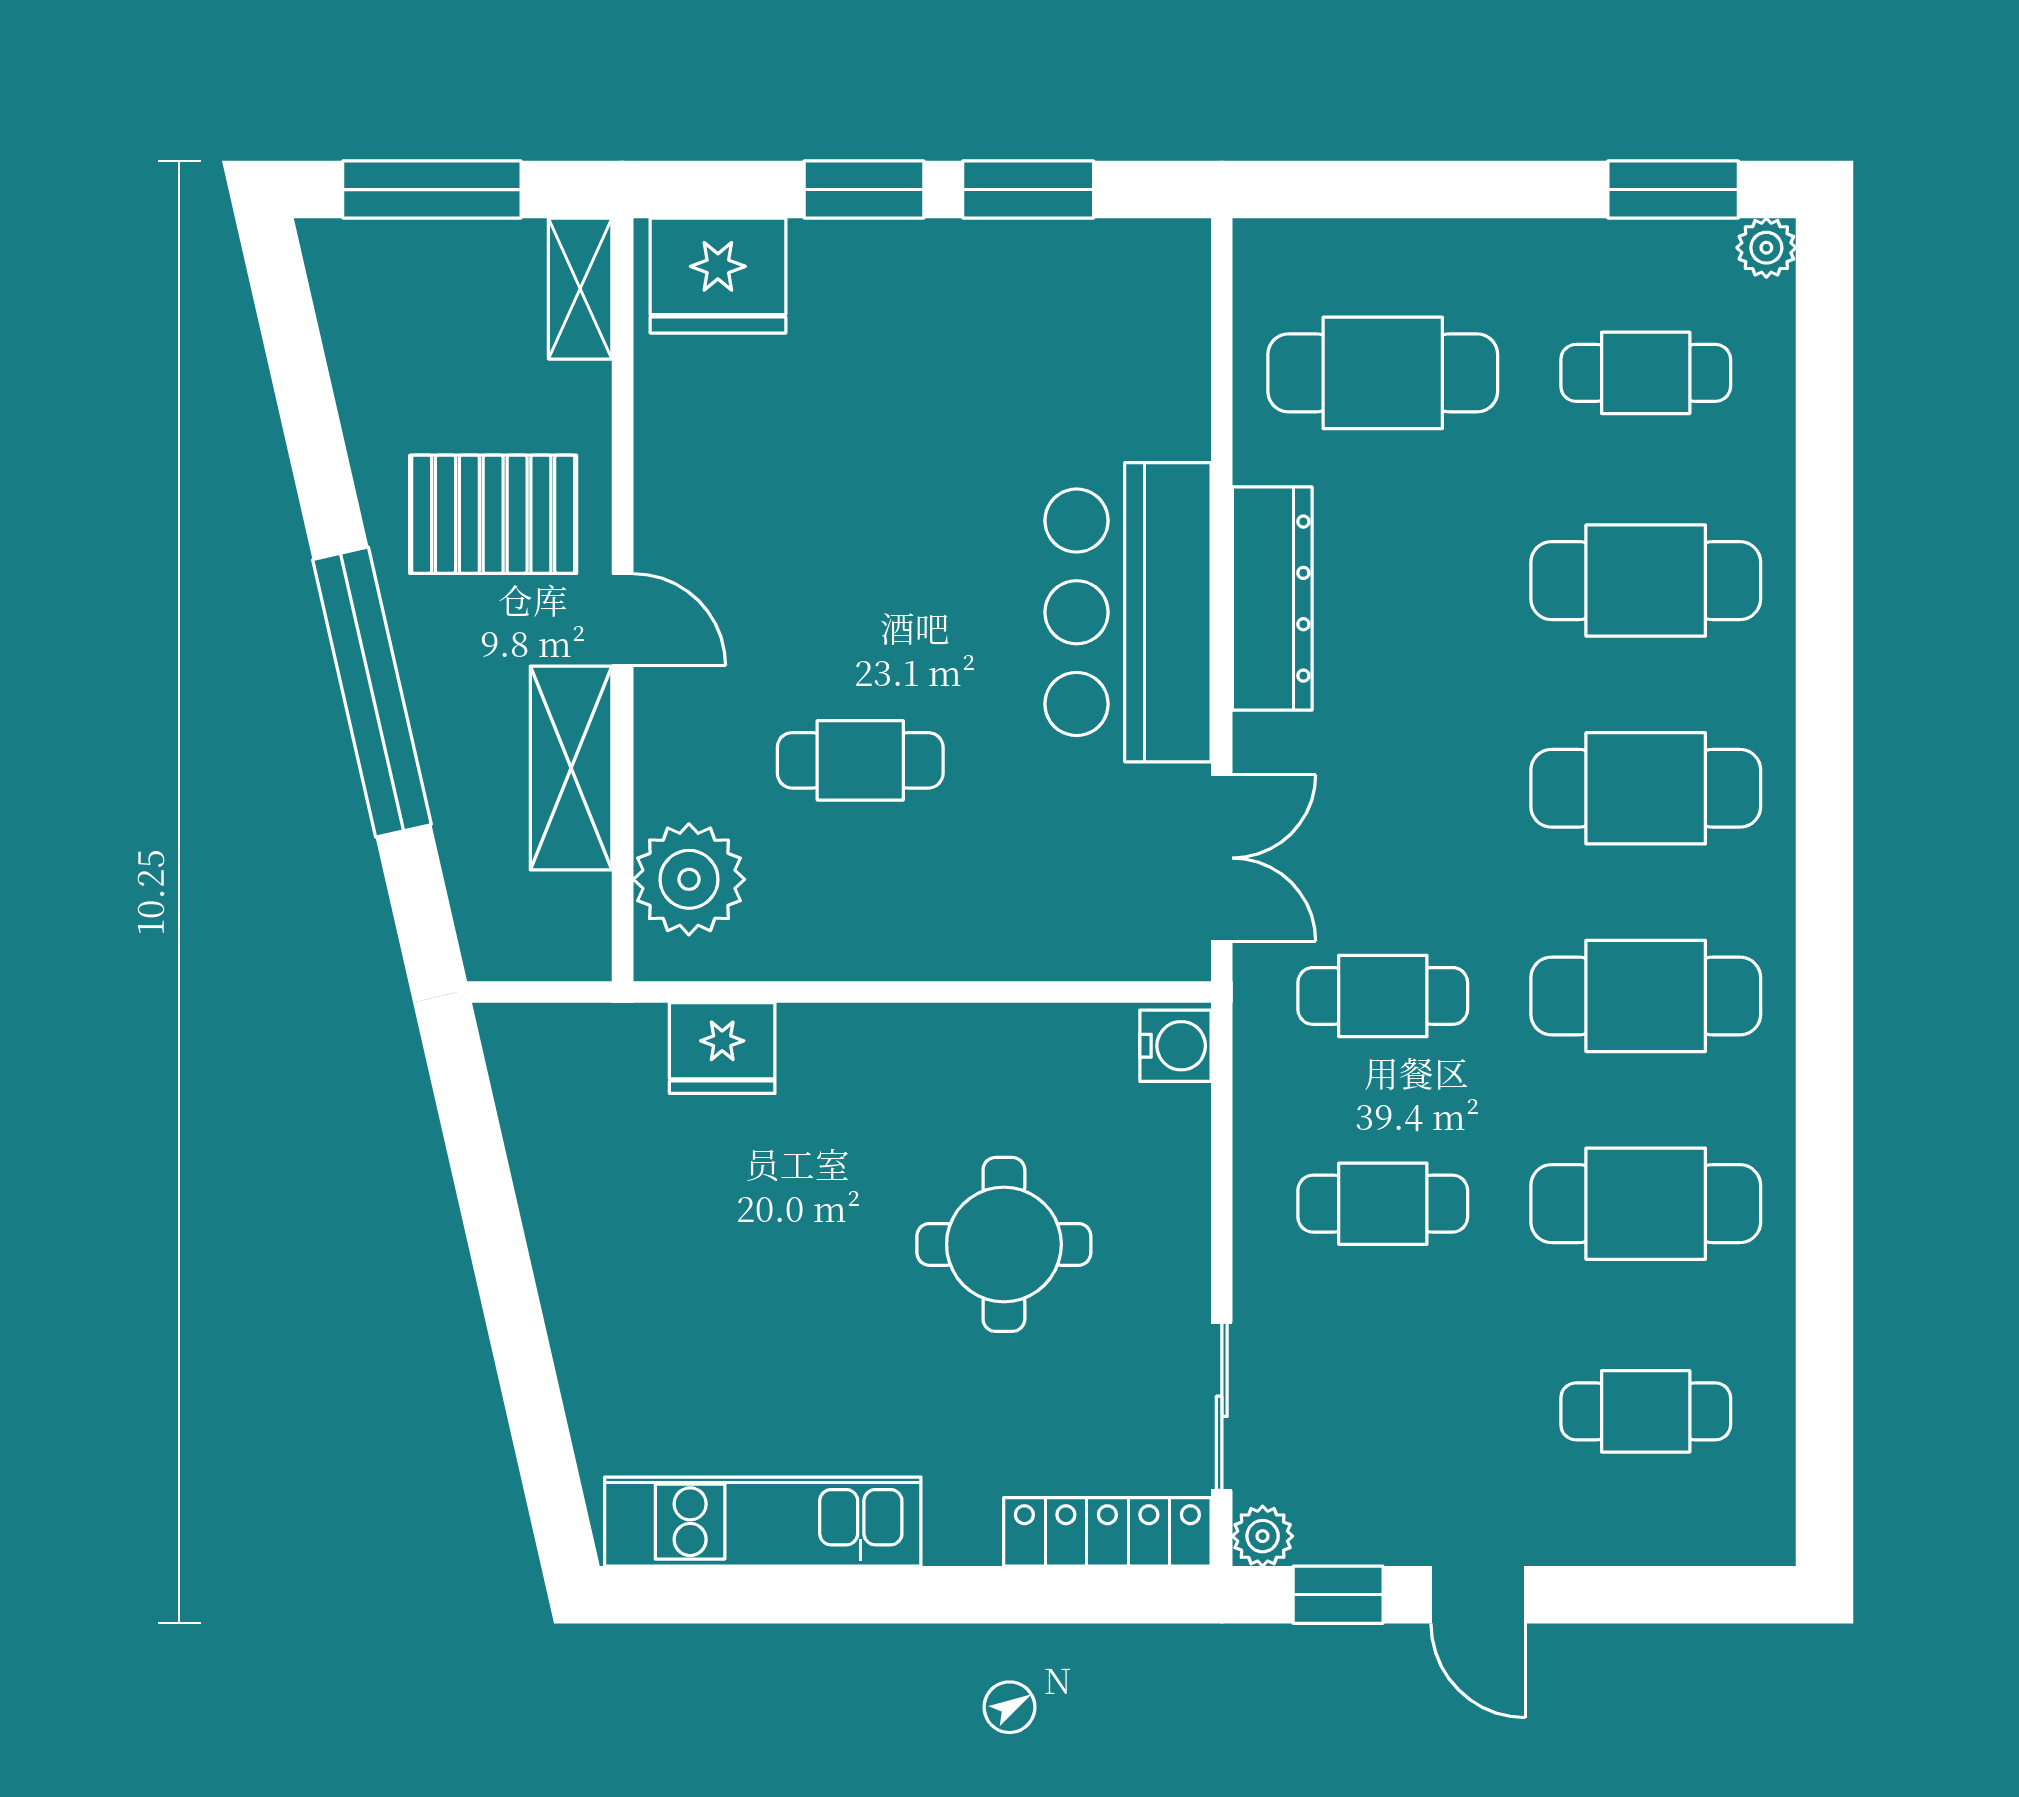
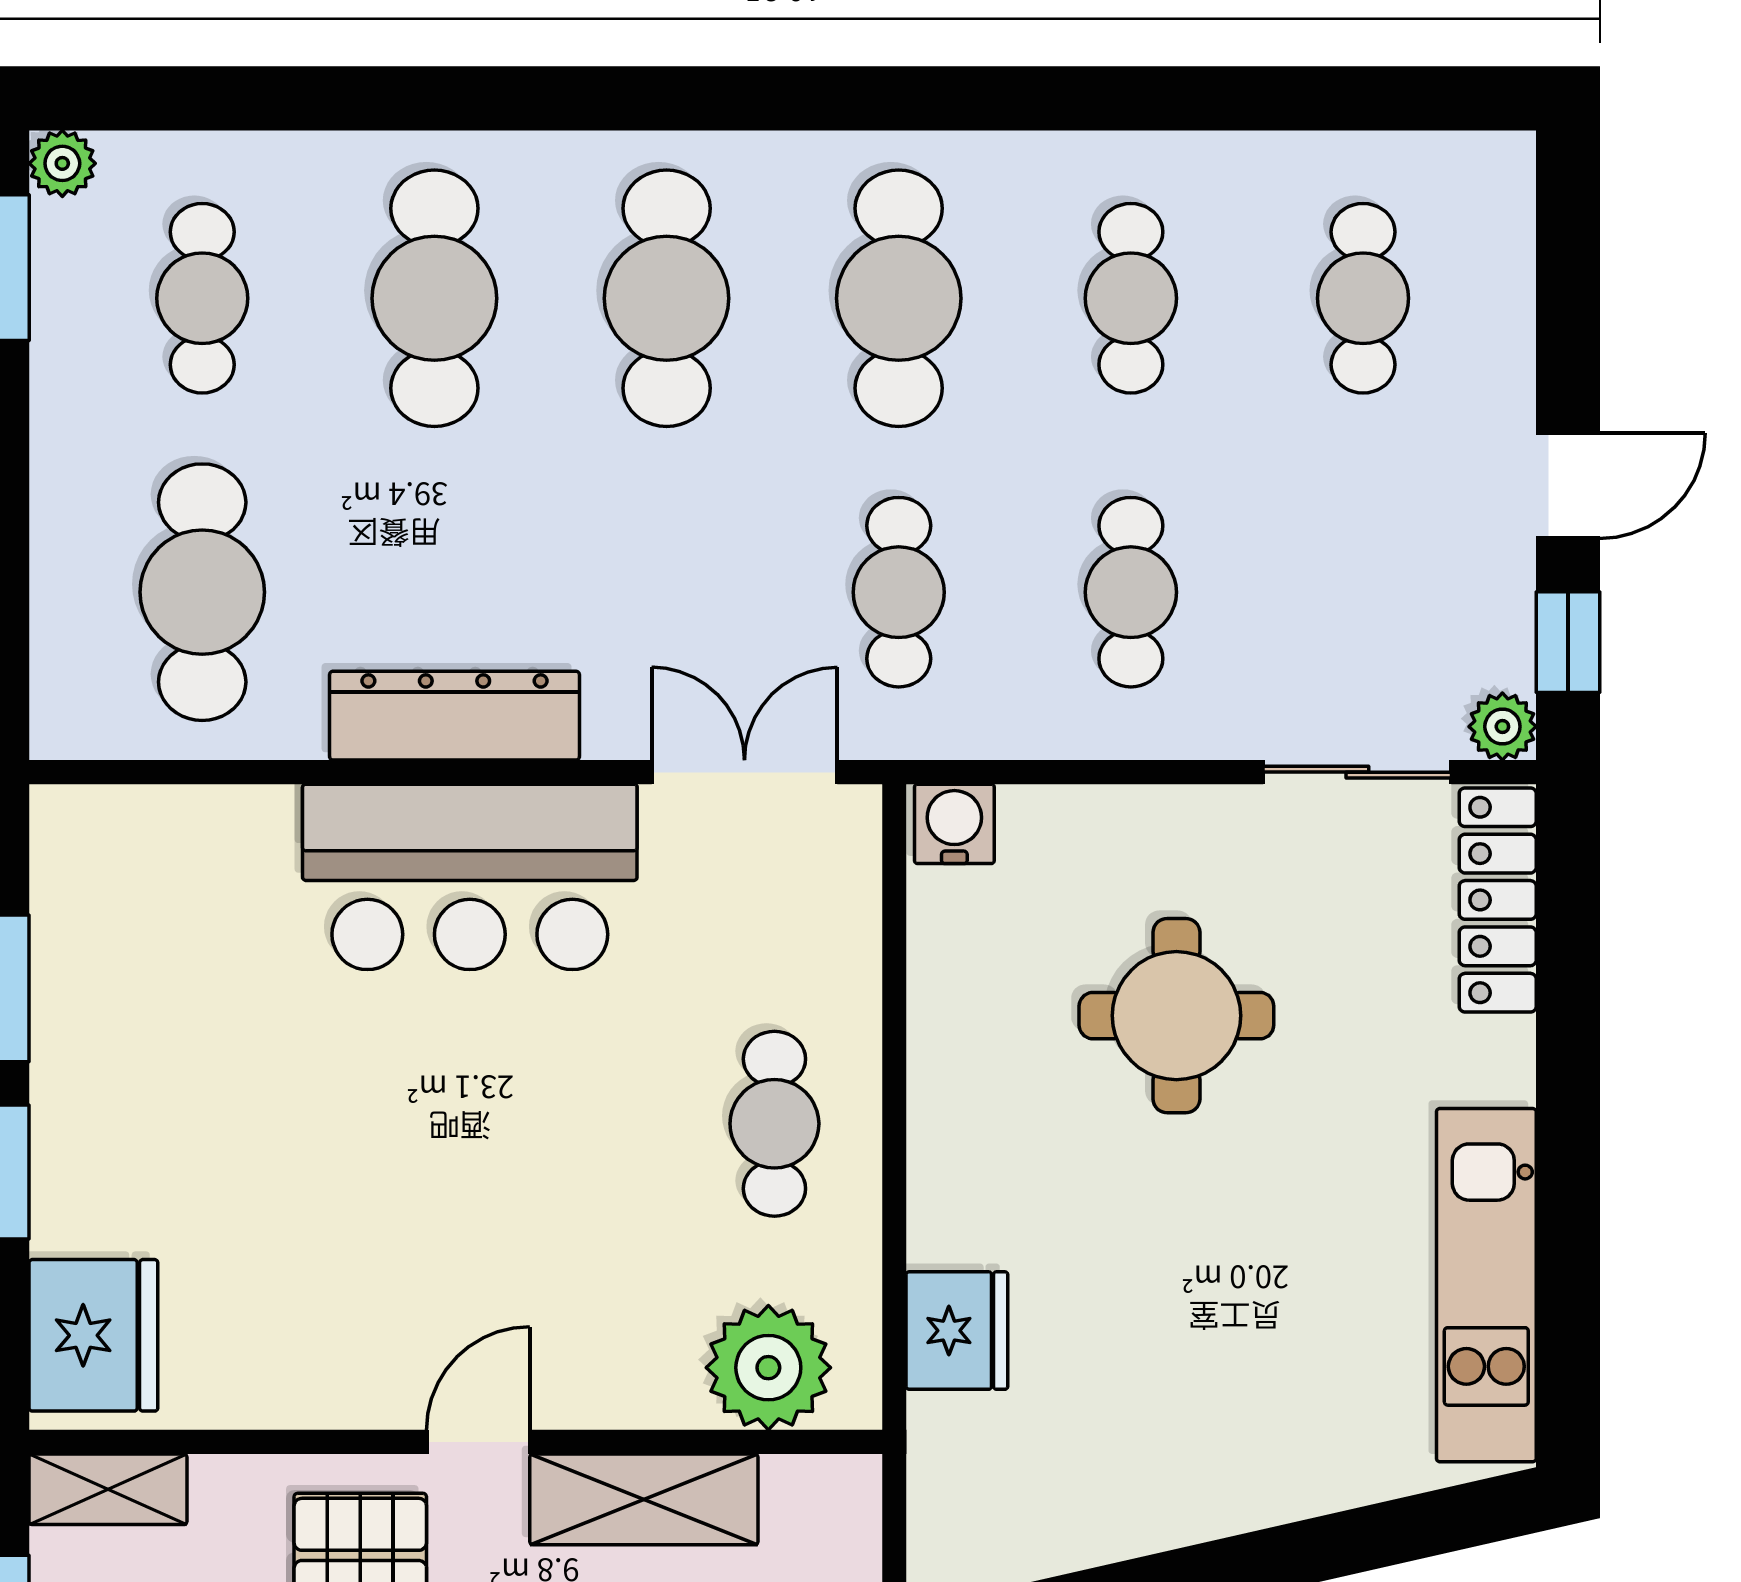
cafe table: (860, 760) -> (774, 1124), moved
cafe table: (1646, 1204) -> (1131, 298), width x0.73, depth x0.74

